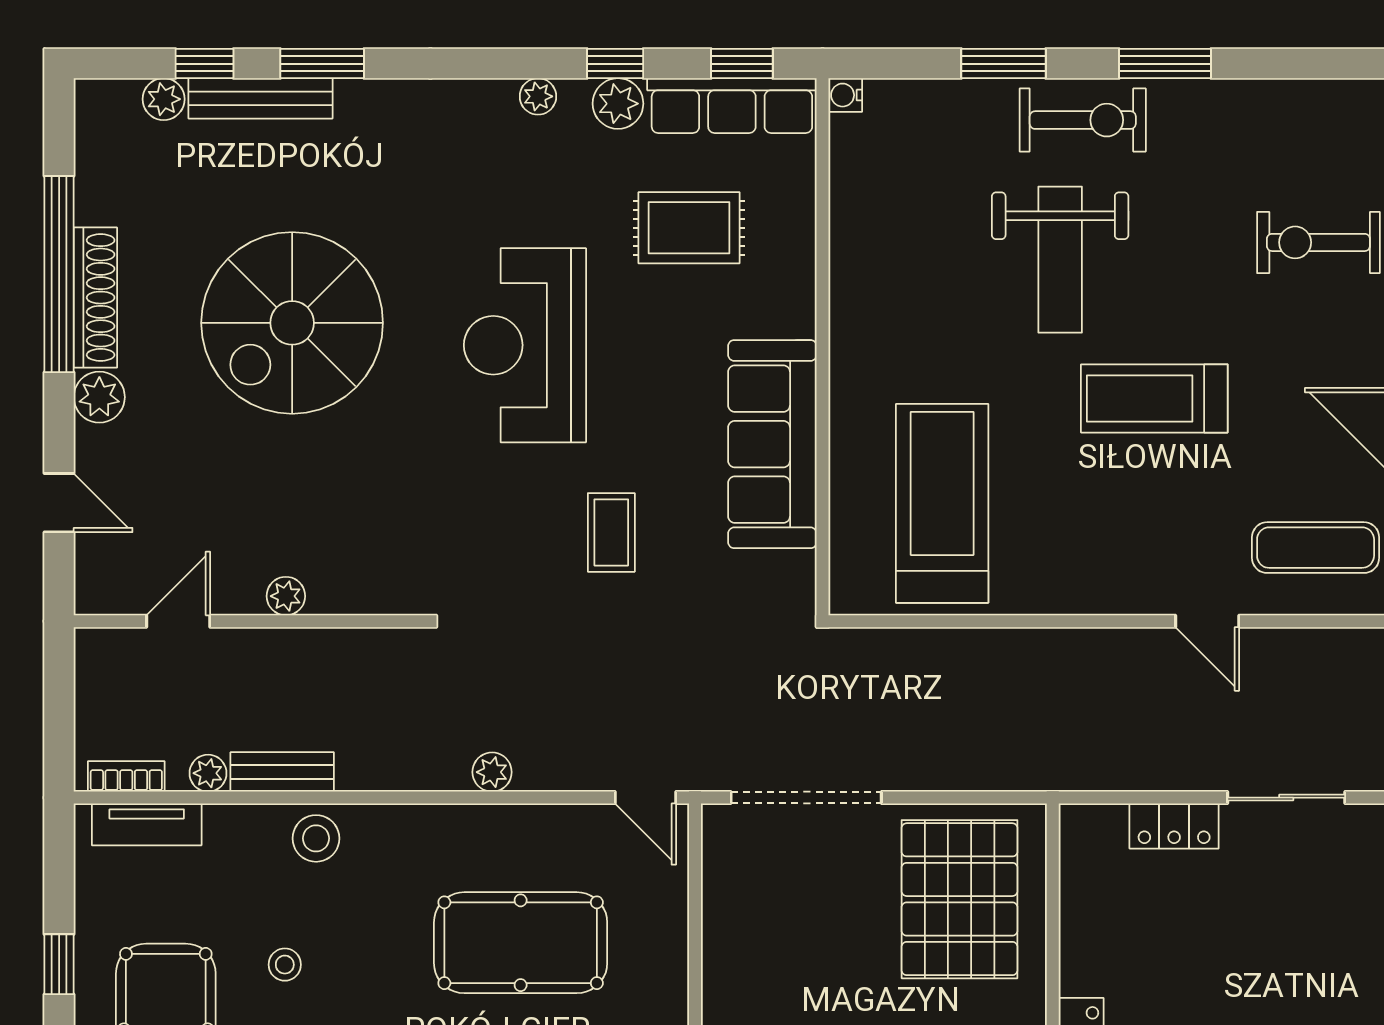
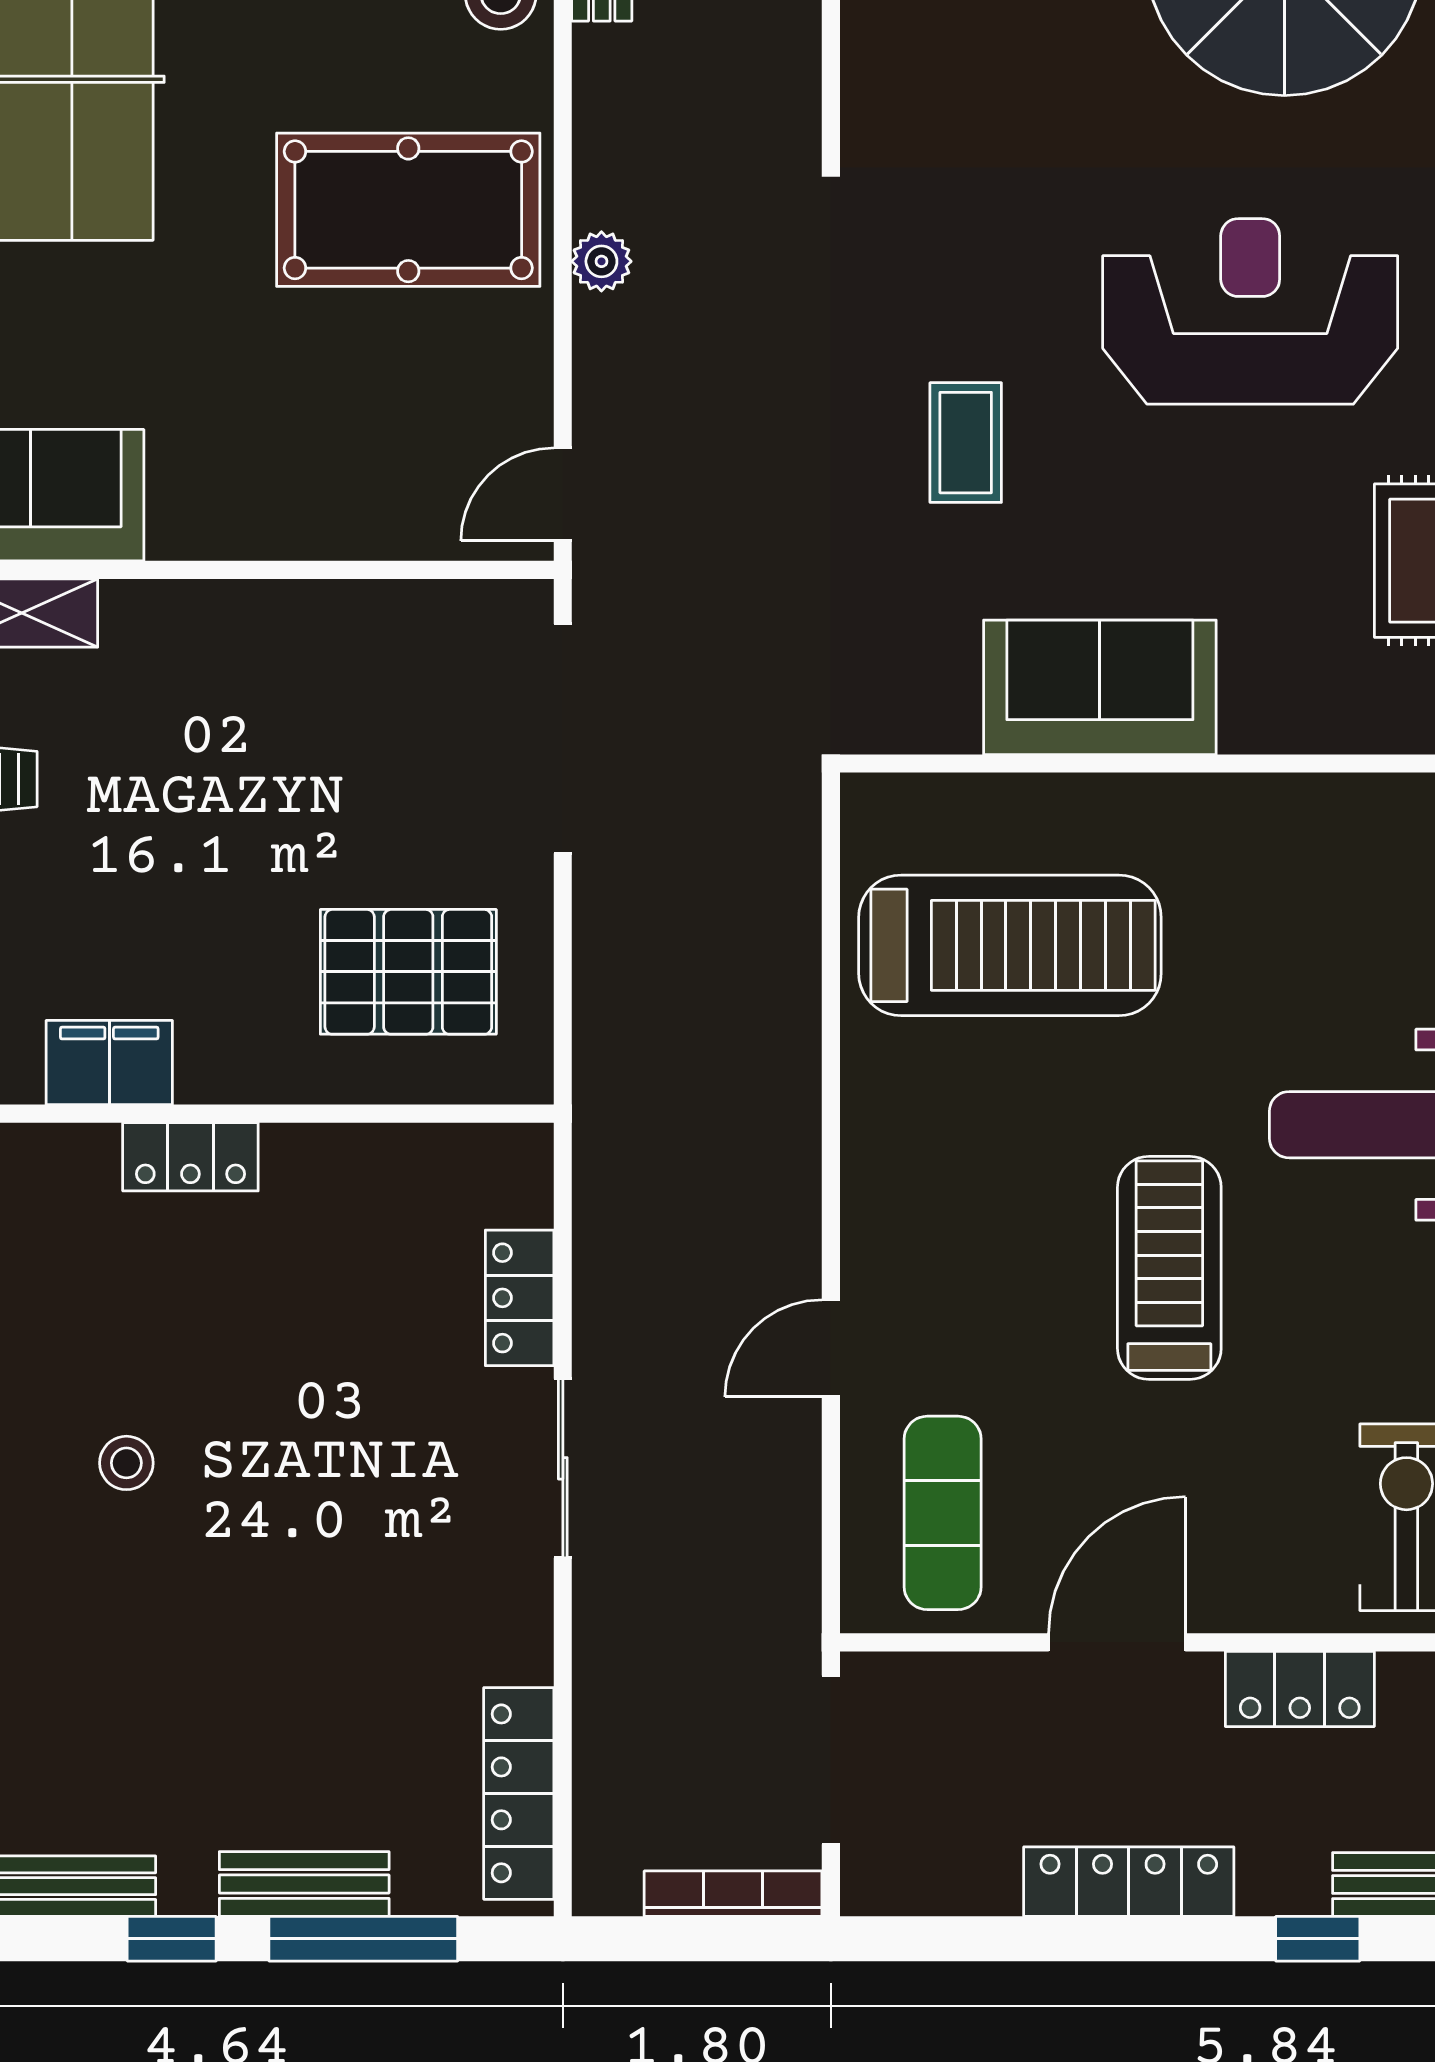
sofa: (772, 444) -> (1100, 687), width x0.73
coffee table: (611, 532) -> (966, 443), turned 90
pallet: (960, 899) -> (408, 972), width x0.73, depth x0.71
pool table: (521, 943) -> (408, 210), moved, turned 90

